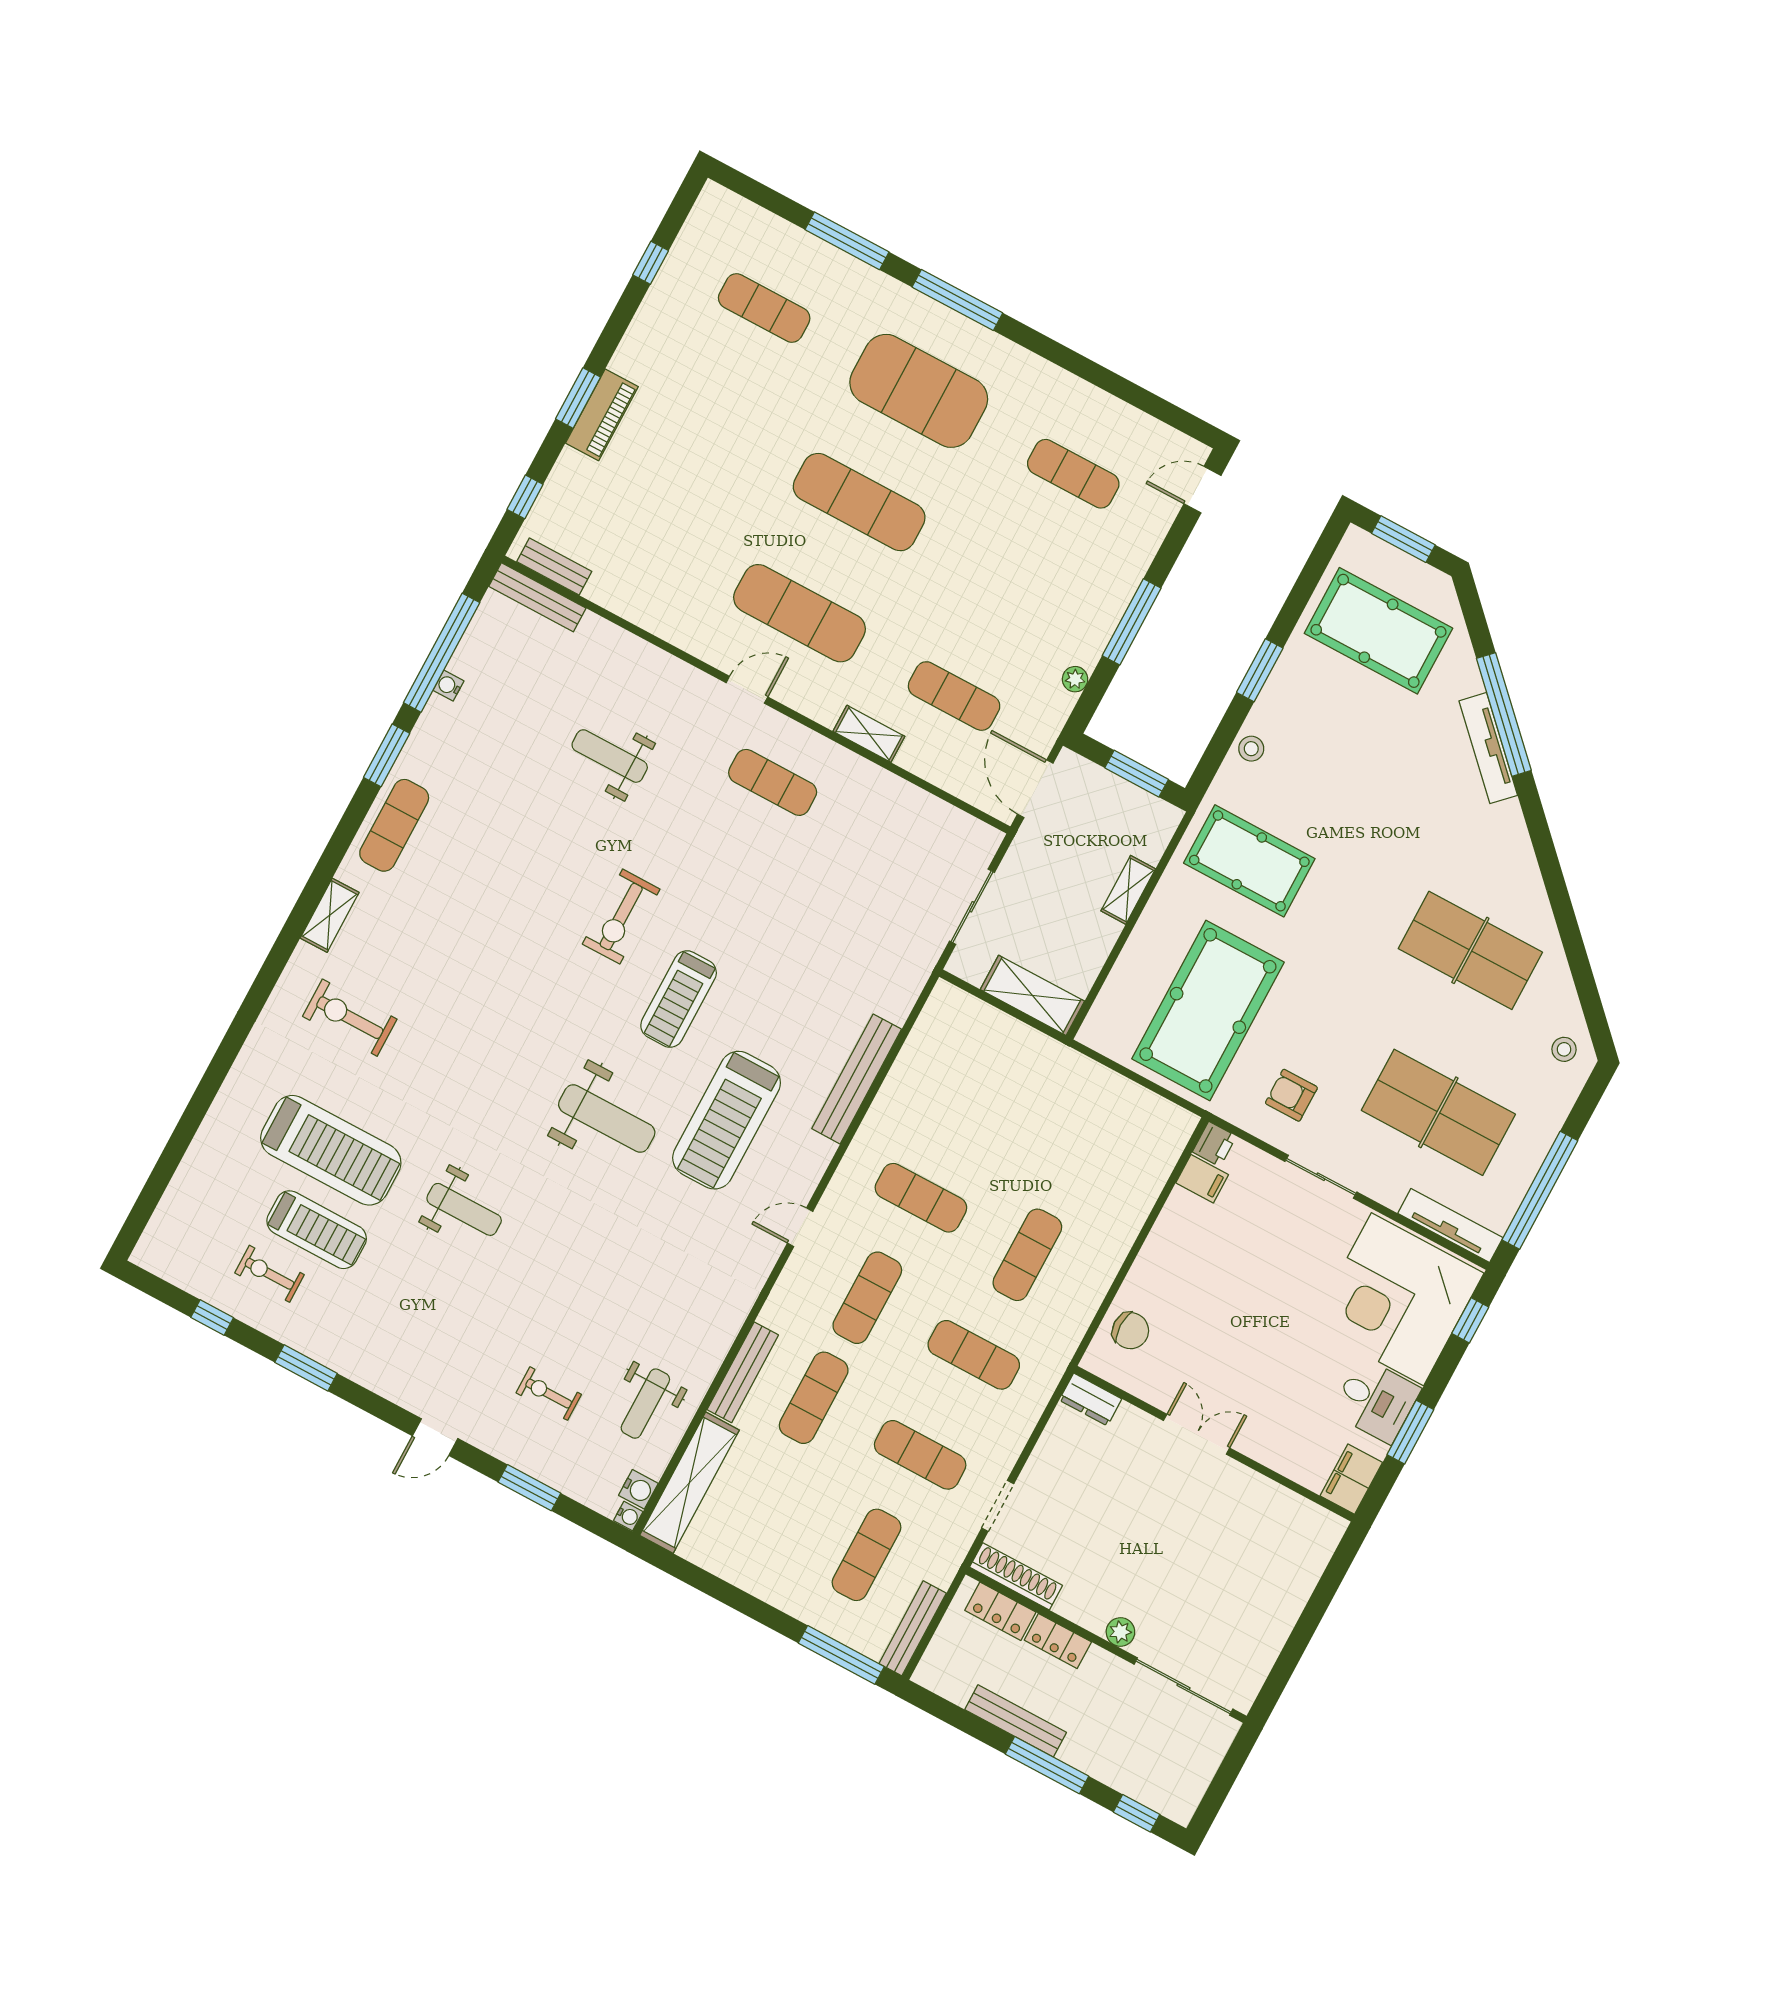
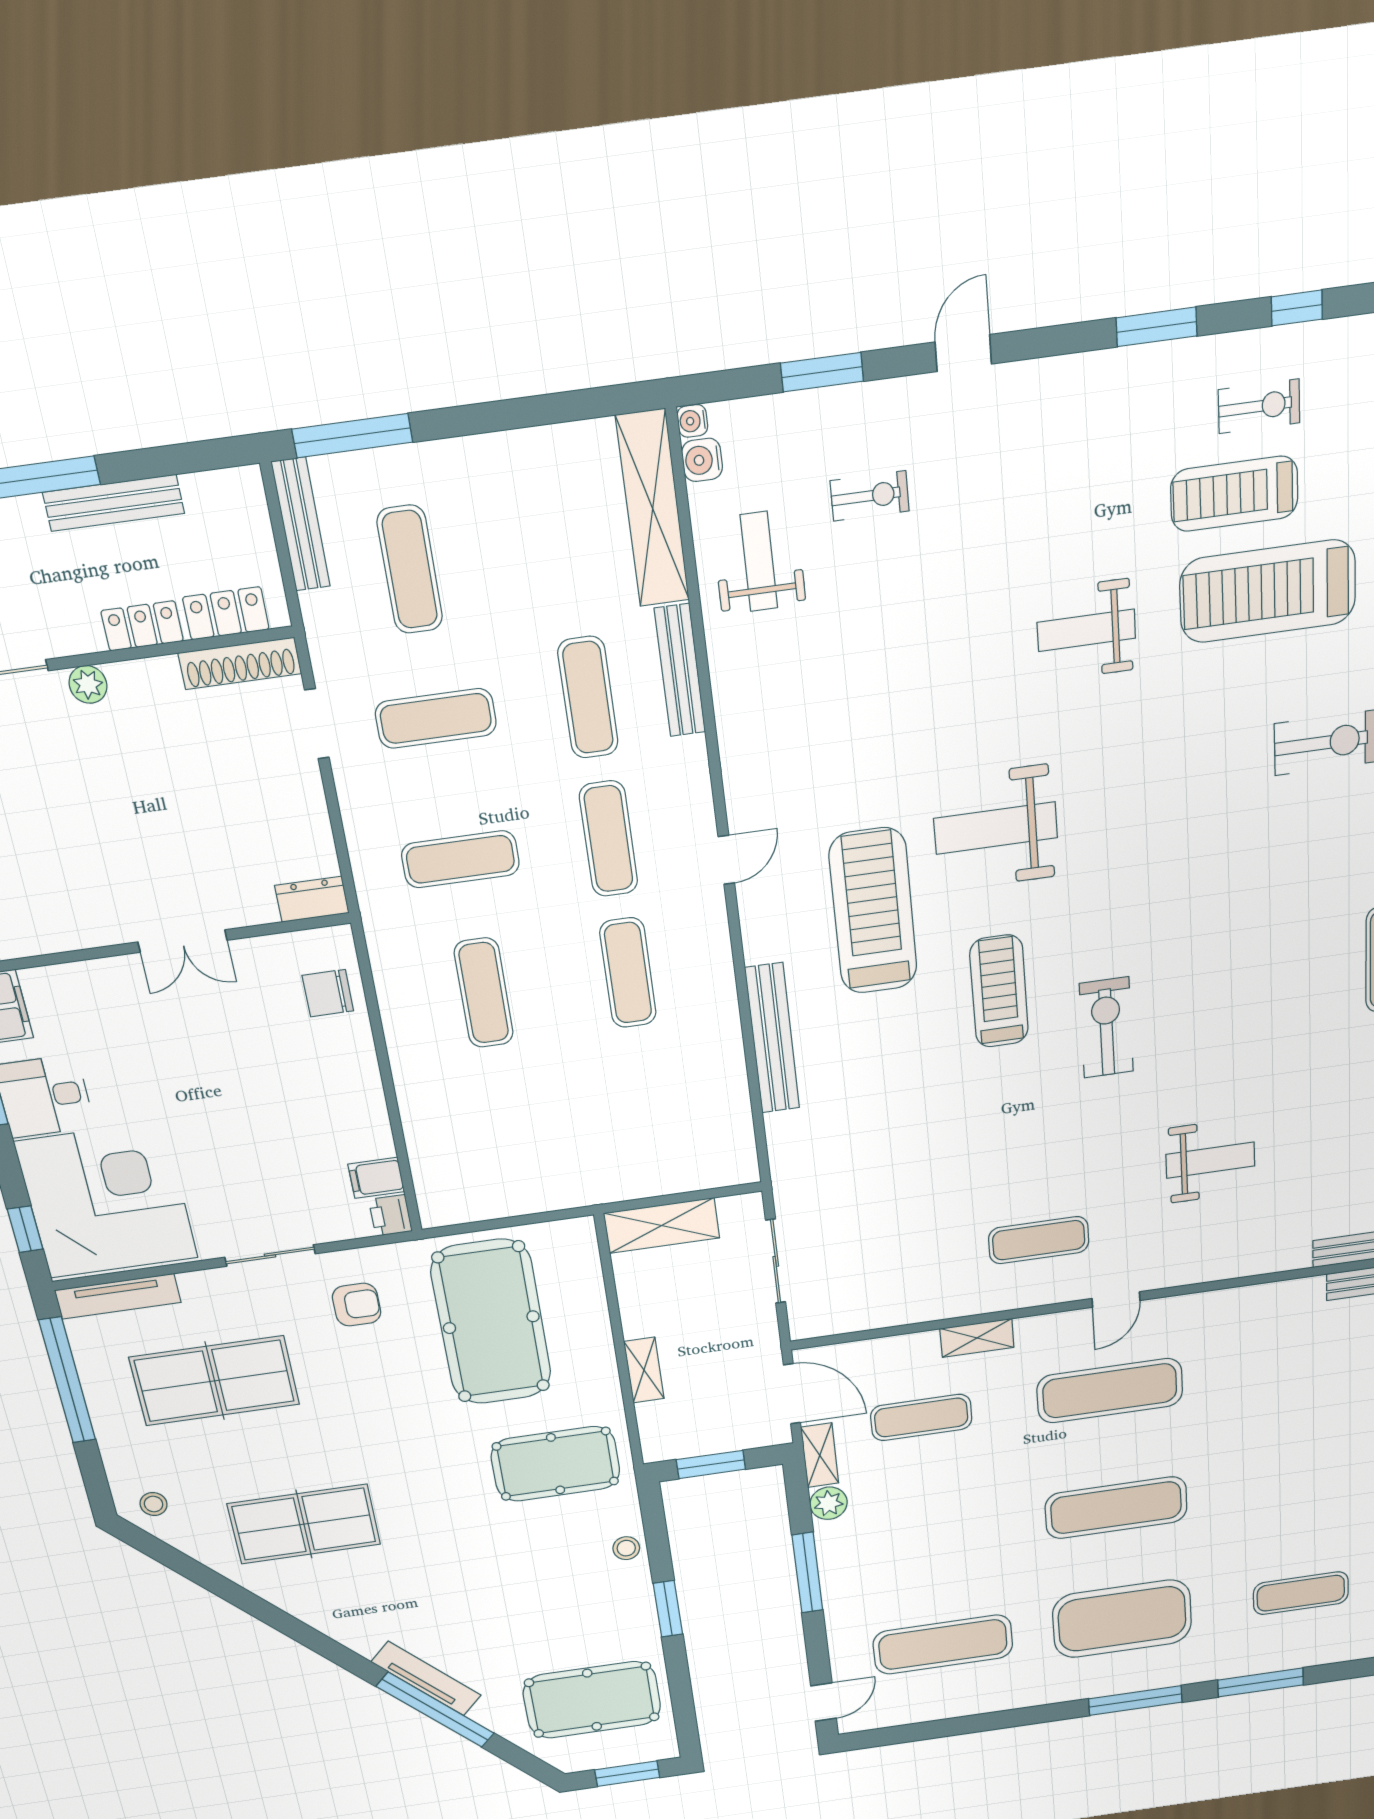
exercise mat: (1073, 474) -> (943, 1645), width x1.36, depth x1.45
plant: (1075, 679) -> (829, 1503), width x1.38, depth x1.38
shelving: (1051, 720) -> (820, 1455), added
exercise mat: (921, 1198) -> (628, 973), turned 90

